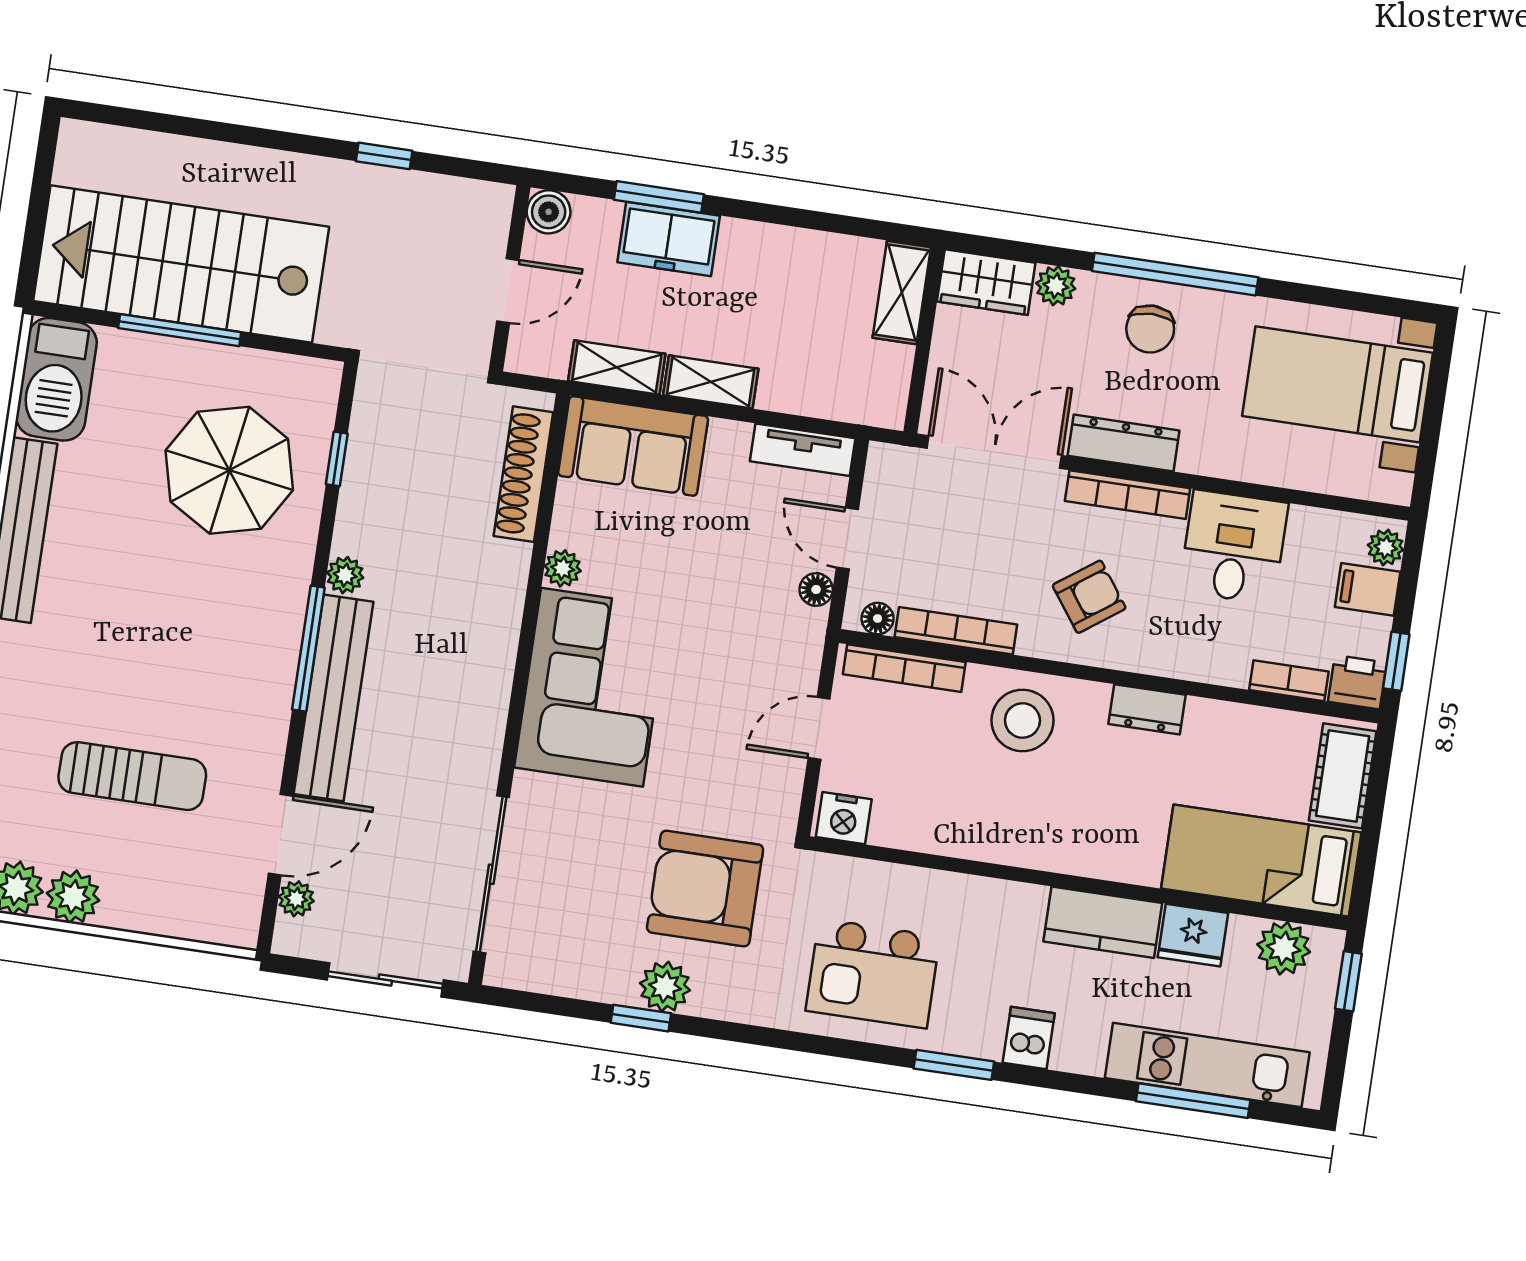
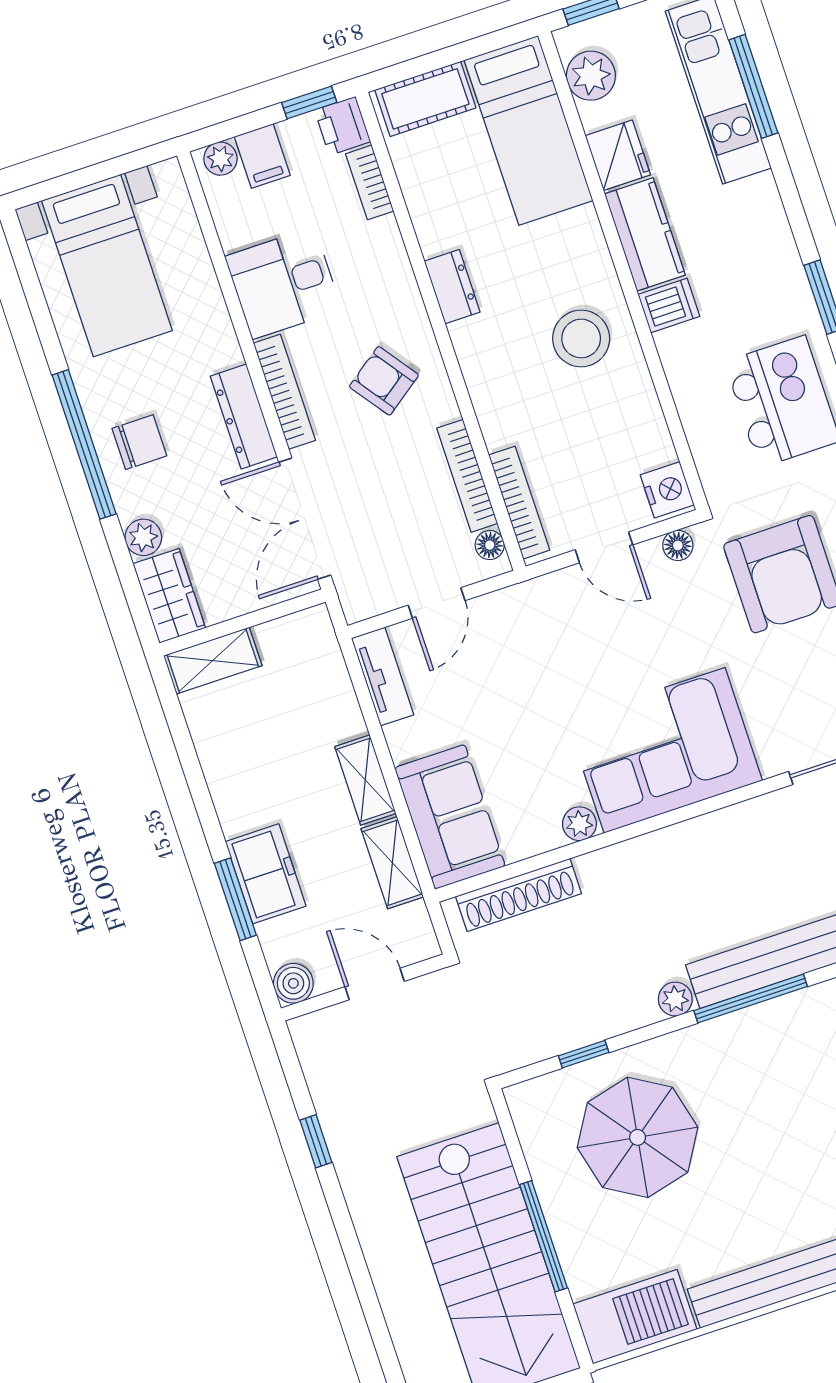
floor lamp: (816, 589) -> (678, 545), moved
stool: (1022, 720) -> (581, 338), moved
dishwasher: (1029, 1038) -> (669, 305), moved, turned 180

